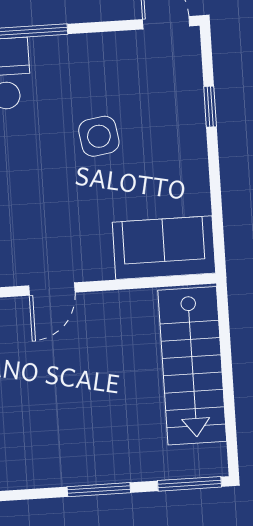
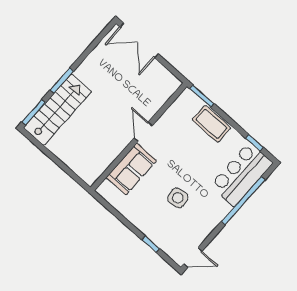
sofa: (164, 248) -> (131, 169), moved
stairs: (192, 366) -> (57, 110), moved, turned 90

